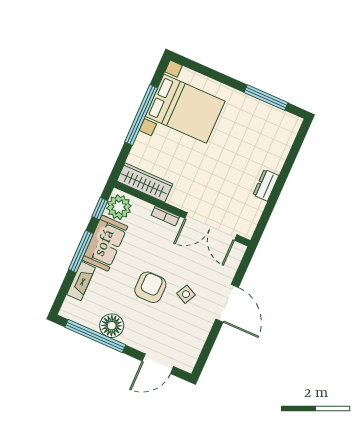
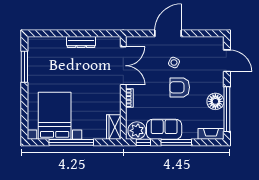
wardrobe: (145, 182) -> (114, 127), width x0.67
dresser: (266, 185) -> (81, 42), width x1.44
fireplace: (81, 281) -> (211, 134), moved

